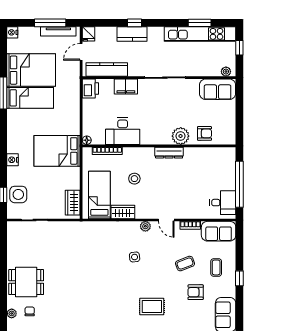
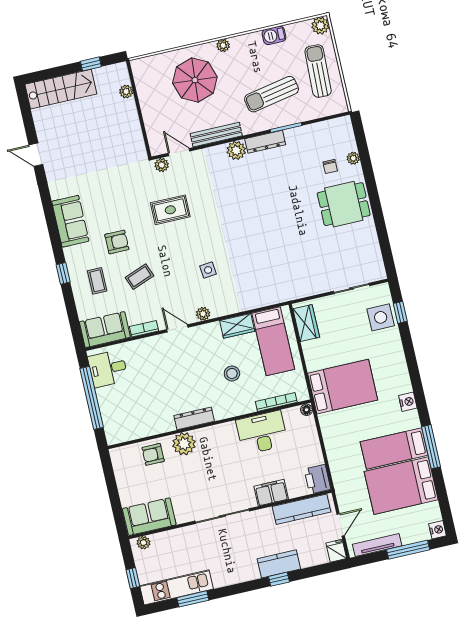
window: (50, 23) -> (408, 550), moved
kitchen unit: (200, 34) -> (176, 587), width x0.73
nightstand: (13, 160) -> (408, 402), moved

